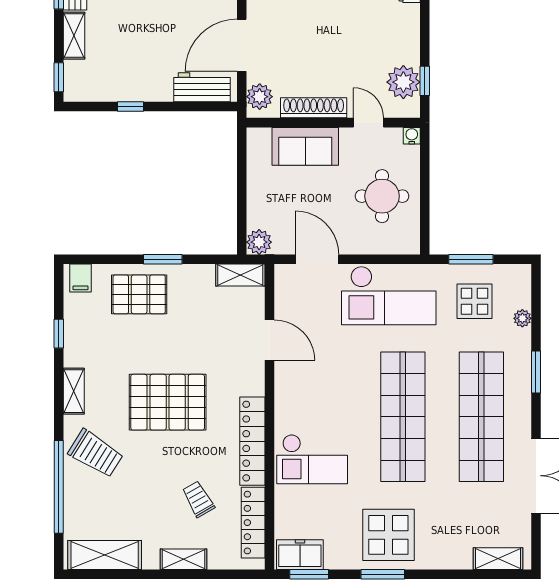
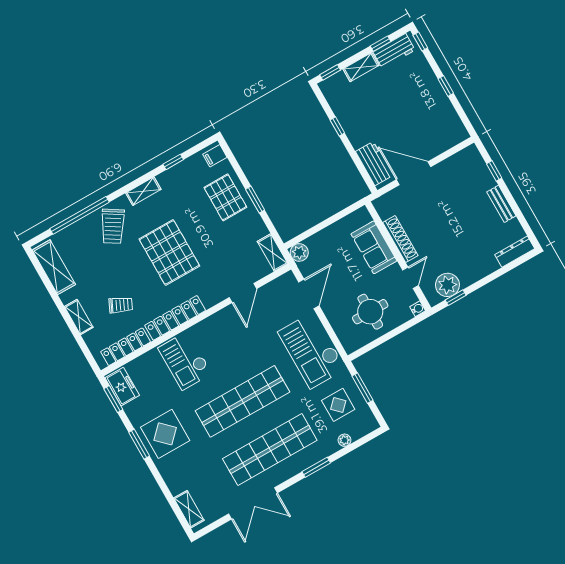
plant: (260, 97) -> (388, 202), removed
trolley: (198, 499) -> (121, 305), turned 55

